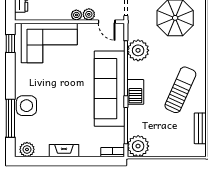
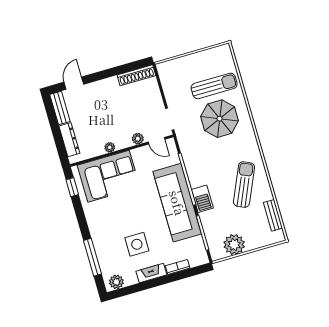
plant: (76, 15) -> (110, 147), moved
plant: (138, 50) -> (194, 159), removed
side table: (26, 106) -> (137, 244), moved
plant: (138, 146) -> (234, 245), moved
bookcase: (113, 152) -> (178, 267), moved

